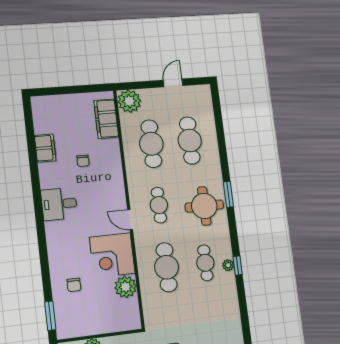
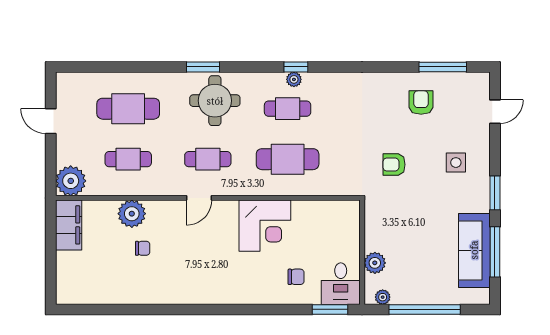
filing cabinet: (106, 119) -> (69, 225), moved, turned -90
cafe table: (151, 144) -> (128, 159), width x0.73, depth x0.74
filing cabinet: (45, 148) -> (123, 293), removed
desk: (59, 204) -> (341, 284), moved
door: (130, 220) -> (199, 198), moved
plant: (126, 287) -> (132, 214), moved

